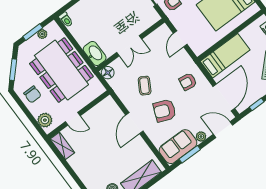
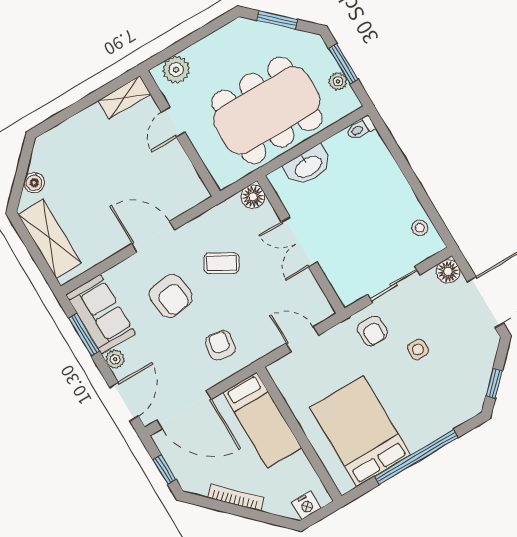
washbasin: (95, 53) -> (308, 166), moved
chair: (32, 94) -> (227, 51), removed
armchair: (165, 111) -> (171, 296), turned 151

